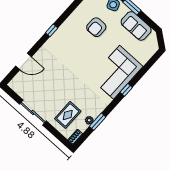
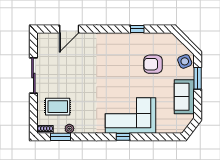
window: (52, 30) -> (137, 29), moved
door: (24, 61) -> (69, 29), hinge flipped
window: (98, 122) -> (61, 137), moved

